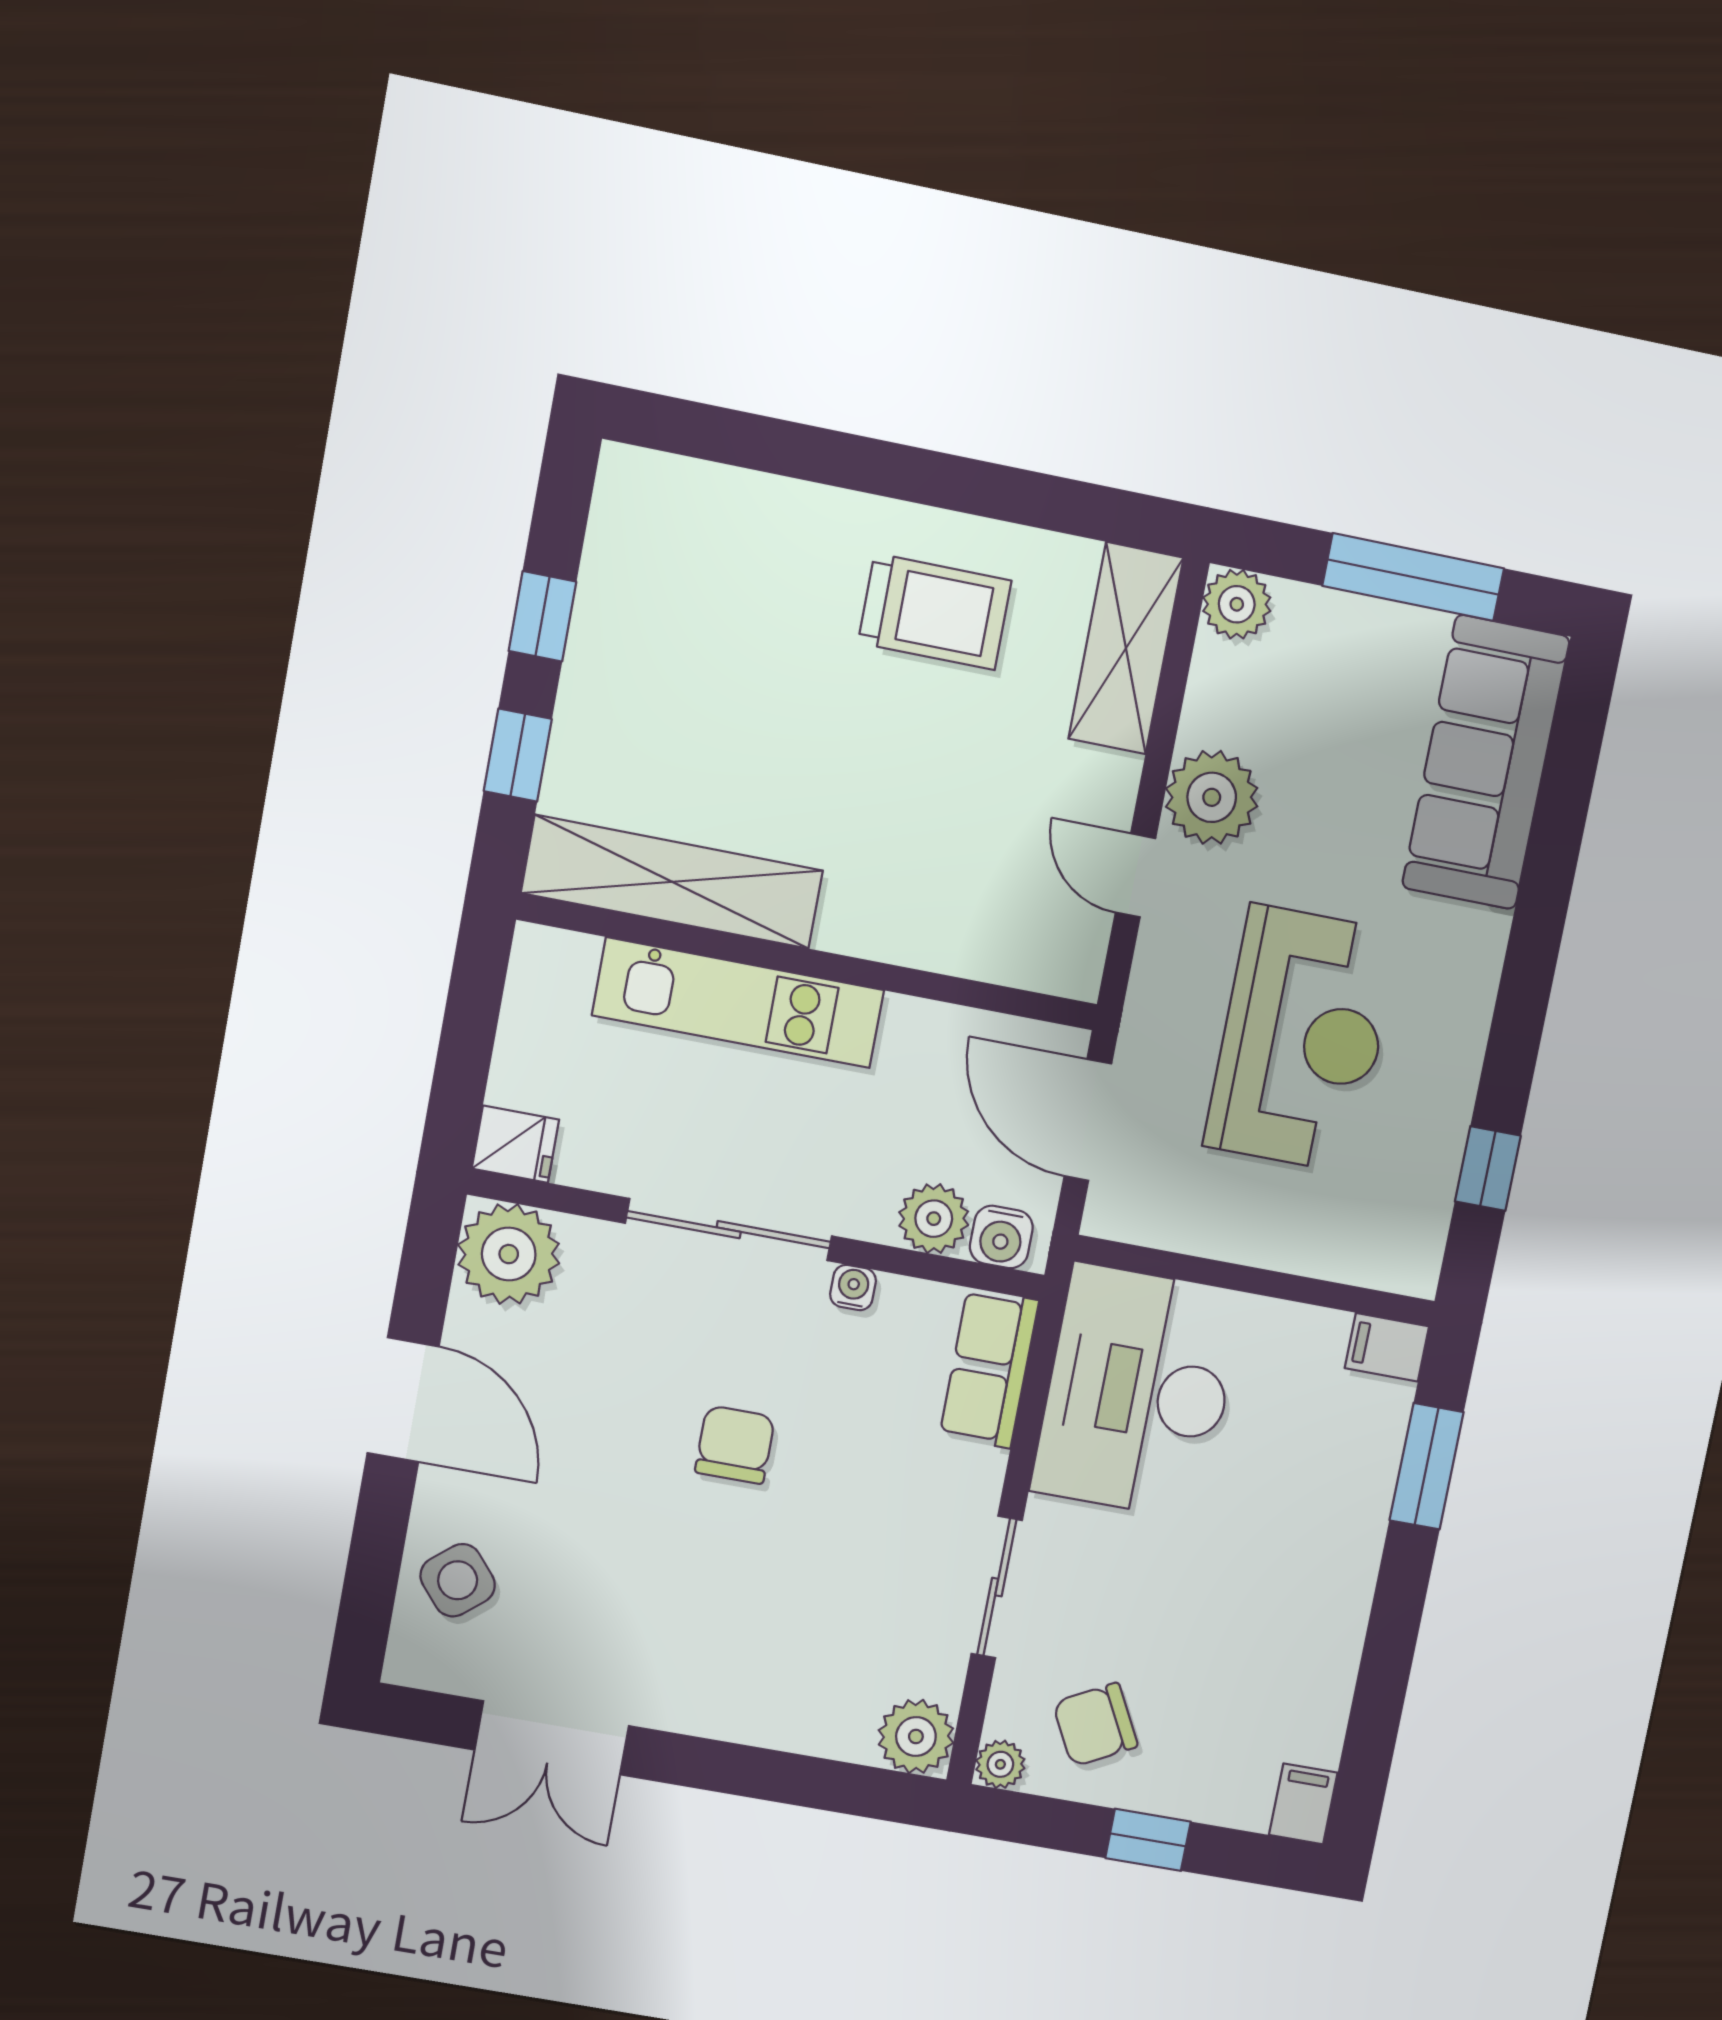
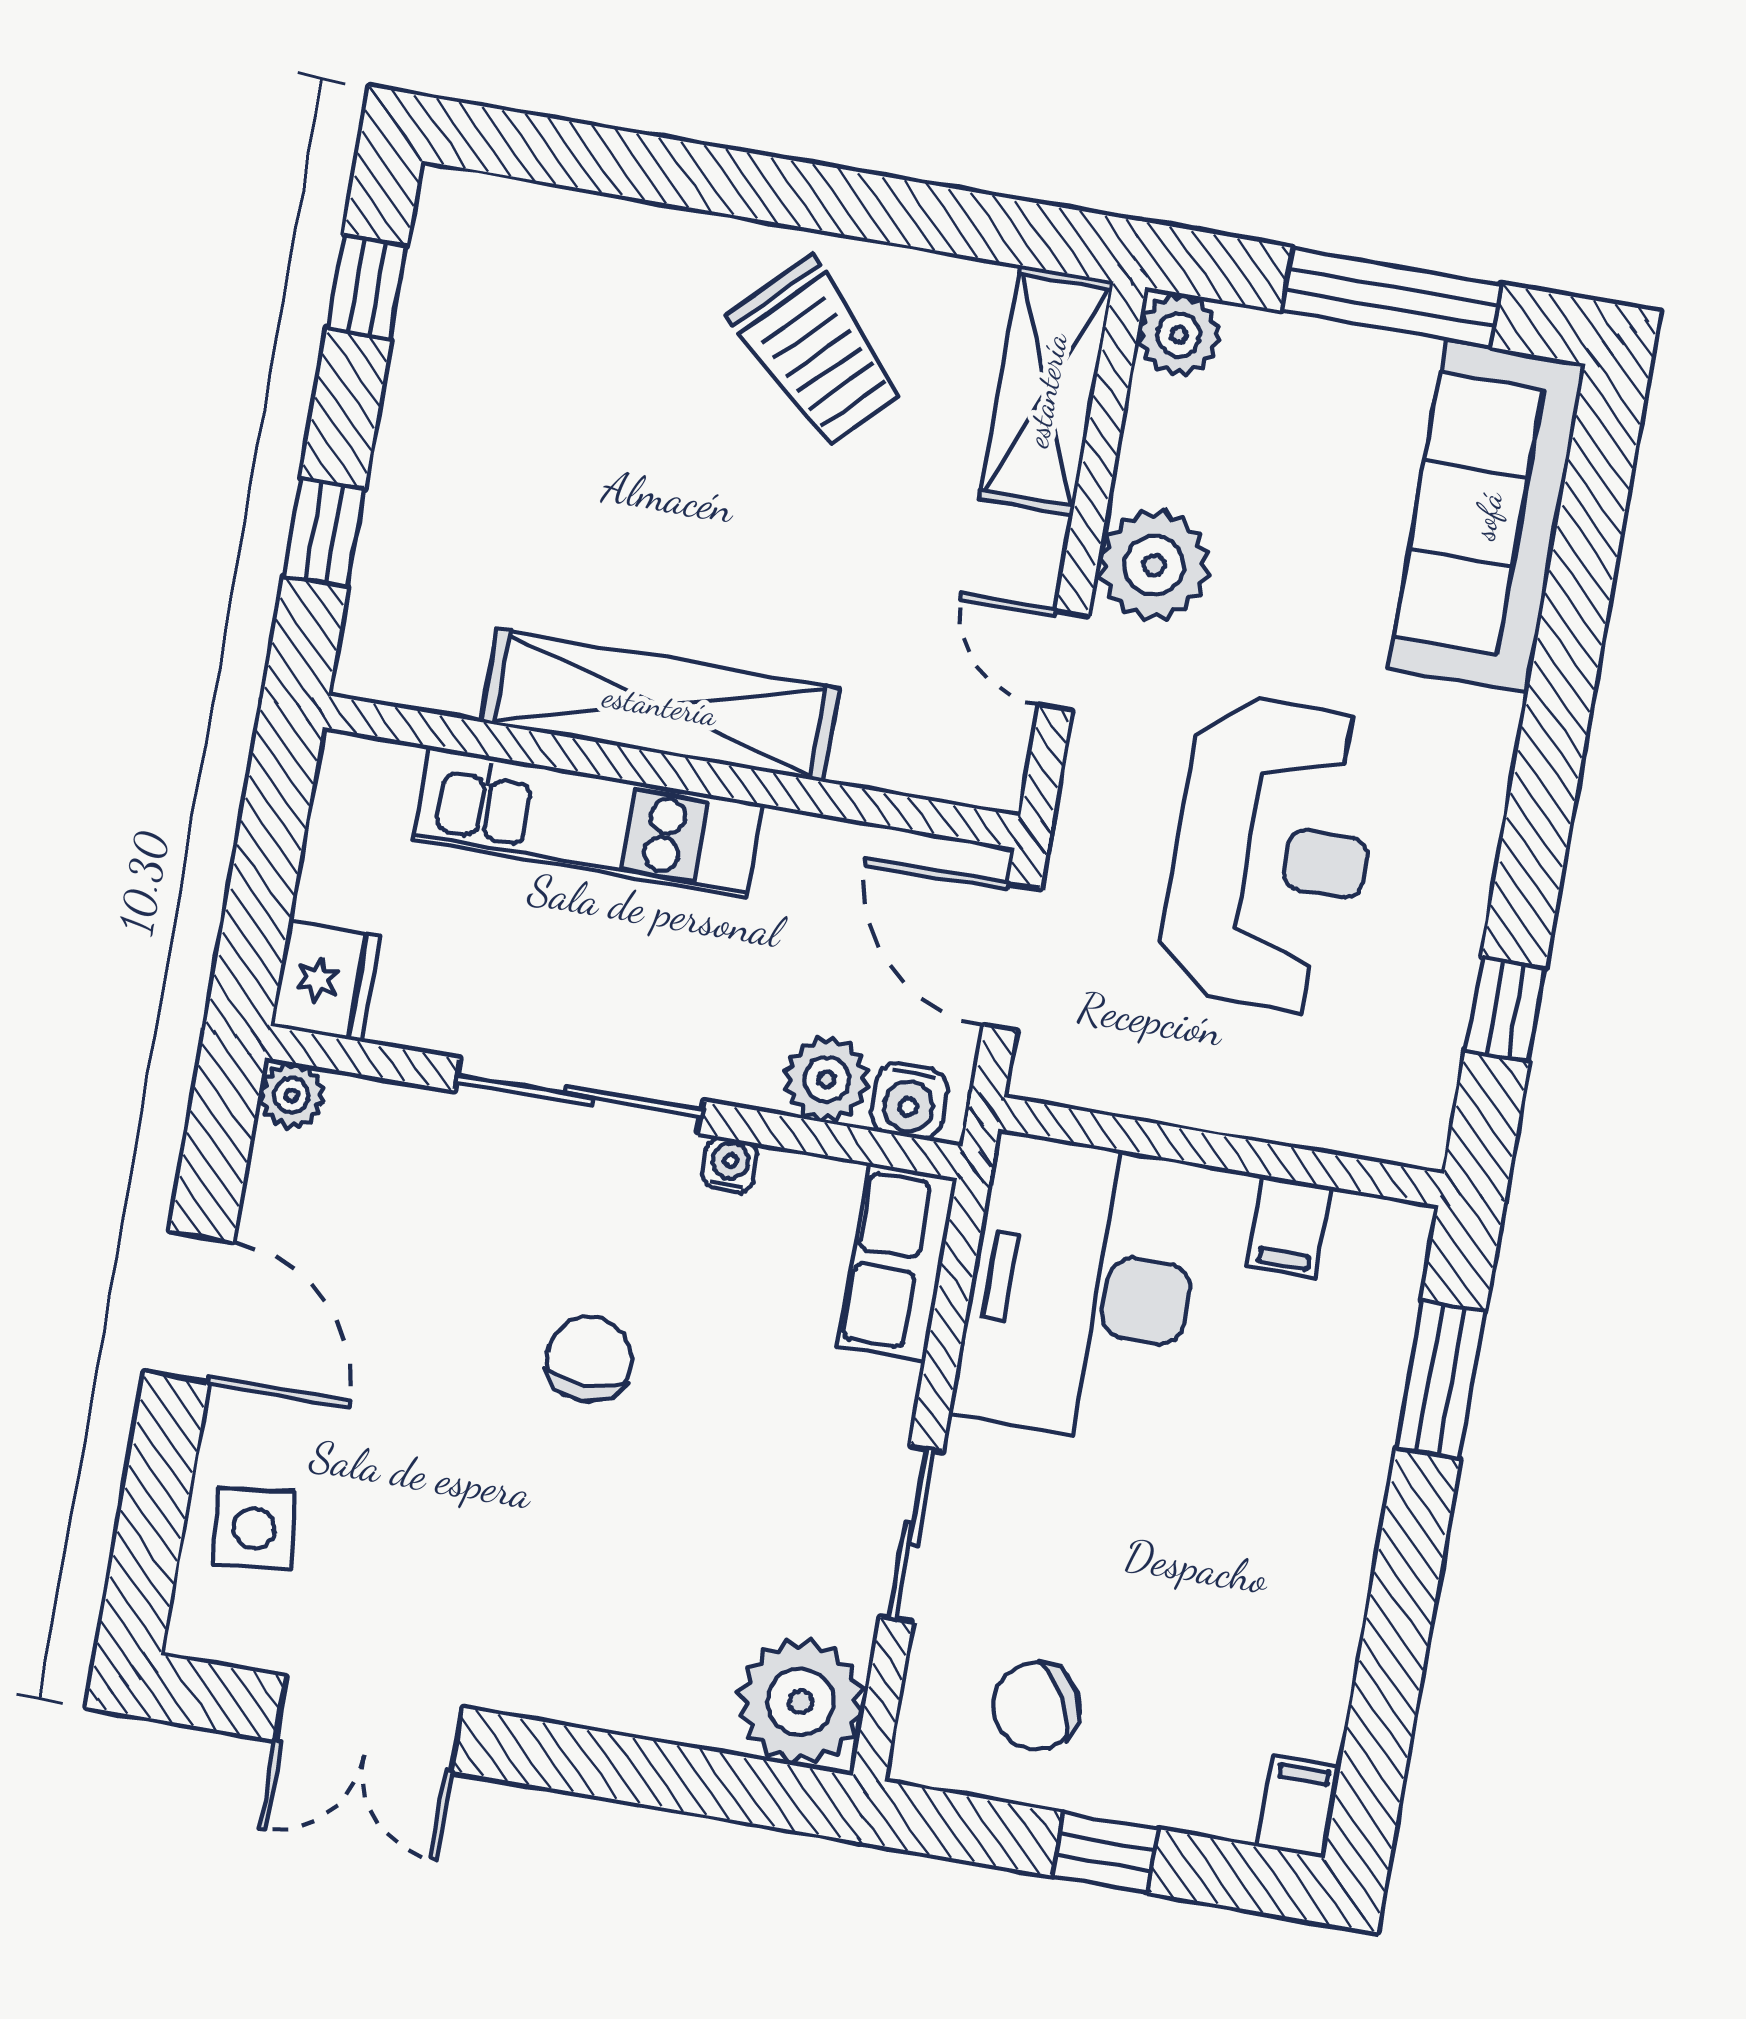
trolley: (935, 612) -> (817, 352), turned 45
window: (542, 616) -> (367, 287), moved
shelving: (672, 882) -> (660, 705), moved
fridge: (515, 1144) -> (325, 981), width x1.38
plant: (509, 1254) -> (292, 1095), width x0.53, depth x0.53
filing cabinet: (1387, 1347) -> (1289, 1227), moved, turned -90
side table: (458, 1580) -> (254, 1528), turned 33
plant: (916, 1736) -> (801, 1702), width x1.36, depth x1.36
plant: (1000, 1764) -> (920, 1757), removed

